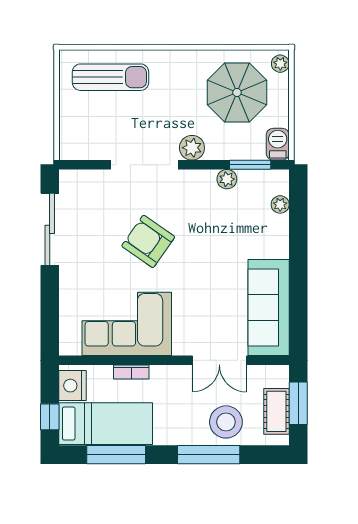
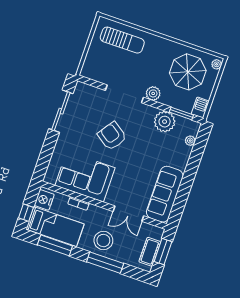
plant: (227, 179) -> (165, 122), width x1.88, depth x1.88
stool: (226, 422) -> (103, 241), moved

